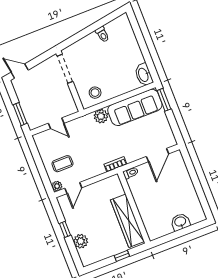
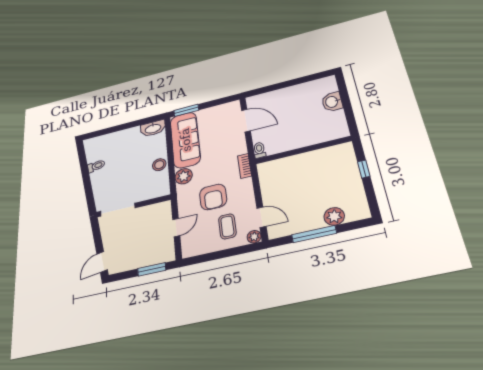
stool: (95, 93) -> (159, 165), moved
armchair: (86, 146) -> (213, 197), added
wardrobe: (127, 221) -> (318, 159), removed
window: (65, 229) -> (314, 234), width x2.17

